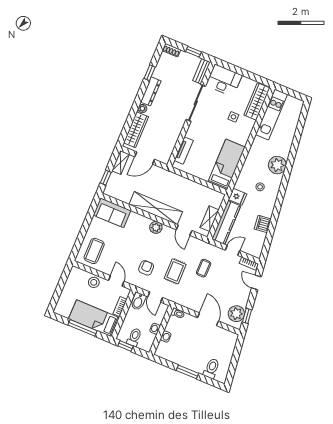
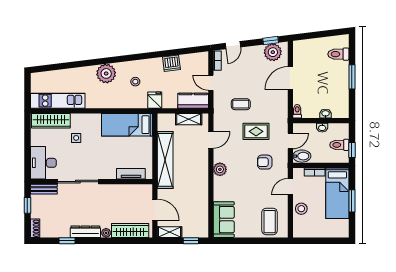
shelving: (156, 208) -> (165, 160), moved
kitchen counter: (226, 223) -> (193, 101), width x0.67
coffee table: (94, 251) -> (270, 222), turned 90
window: (82, 328) -> (352, 201), width x0.69

